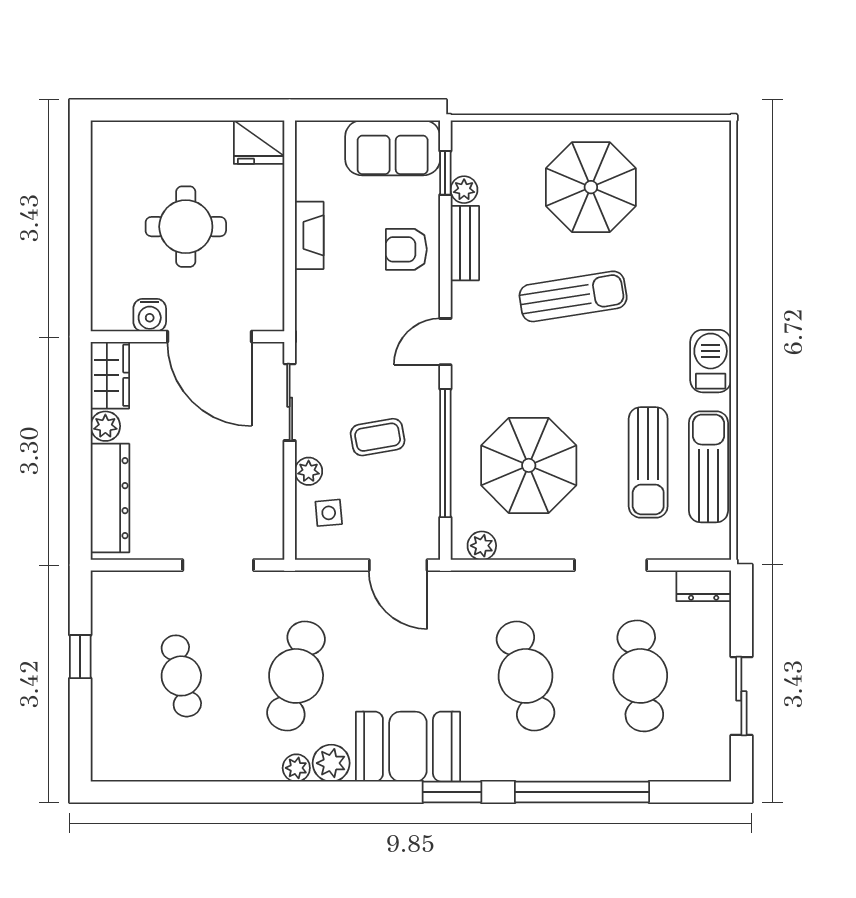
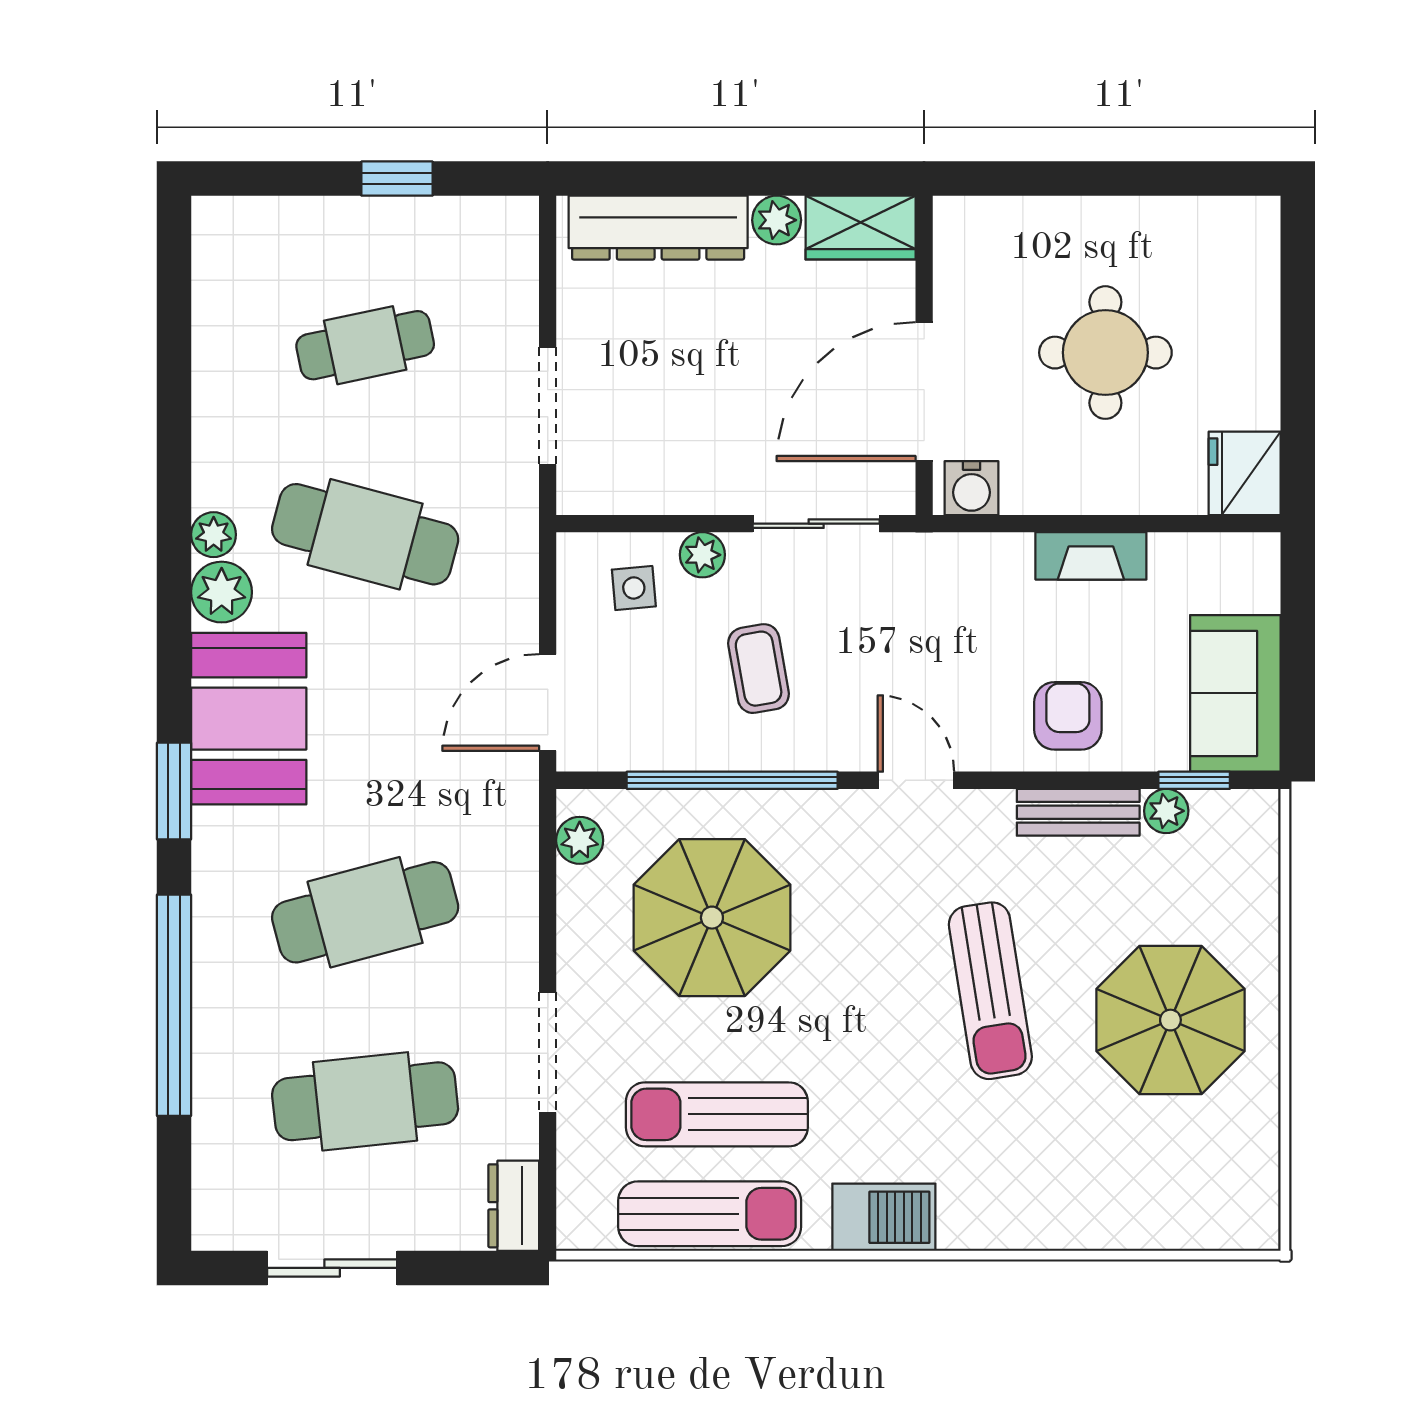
water cooler: (150, 315) -> (972, 488), moved, turned -90

